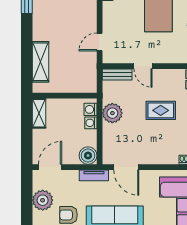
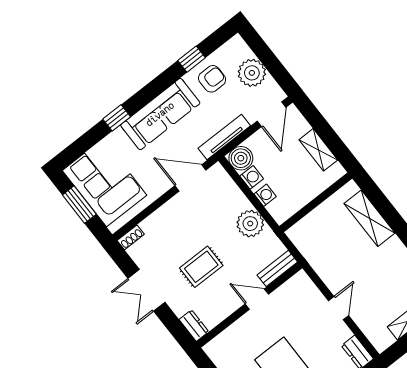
door: (100, 42) -> (339, 308), moved
washing machine: (90, 109) -> (252, 177), moved
shelving: (39, 113) -> (318, 150), moved
tv unit: (94, 175) -> (224, 137), width x1.41

